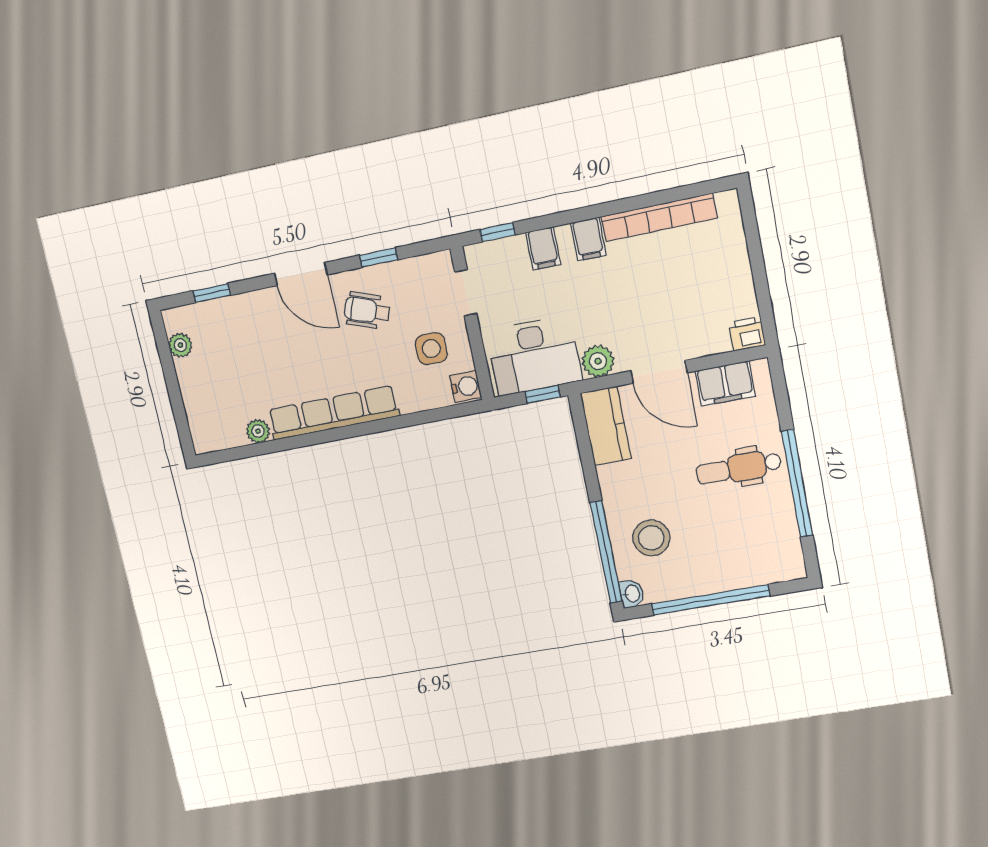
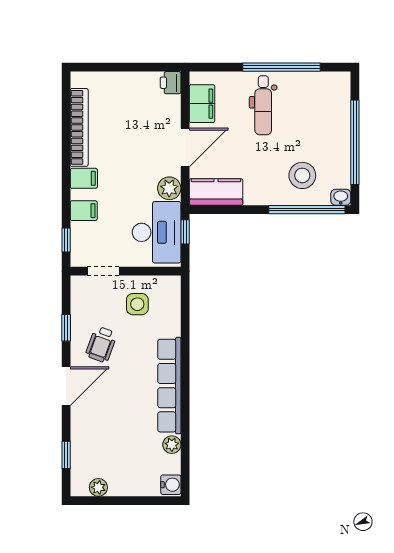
water cooler: (466, 386) -> (171, 485), moved, turned 90

